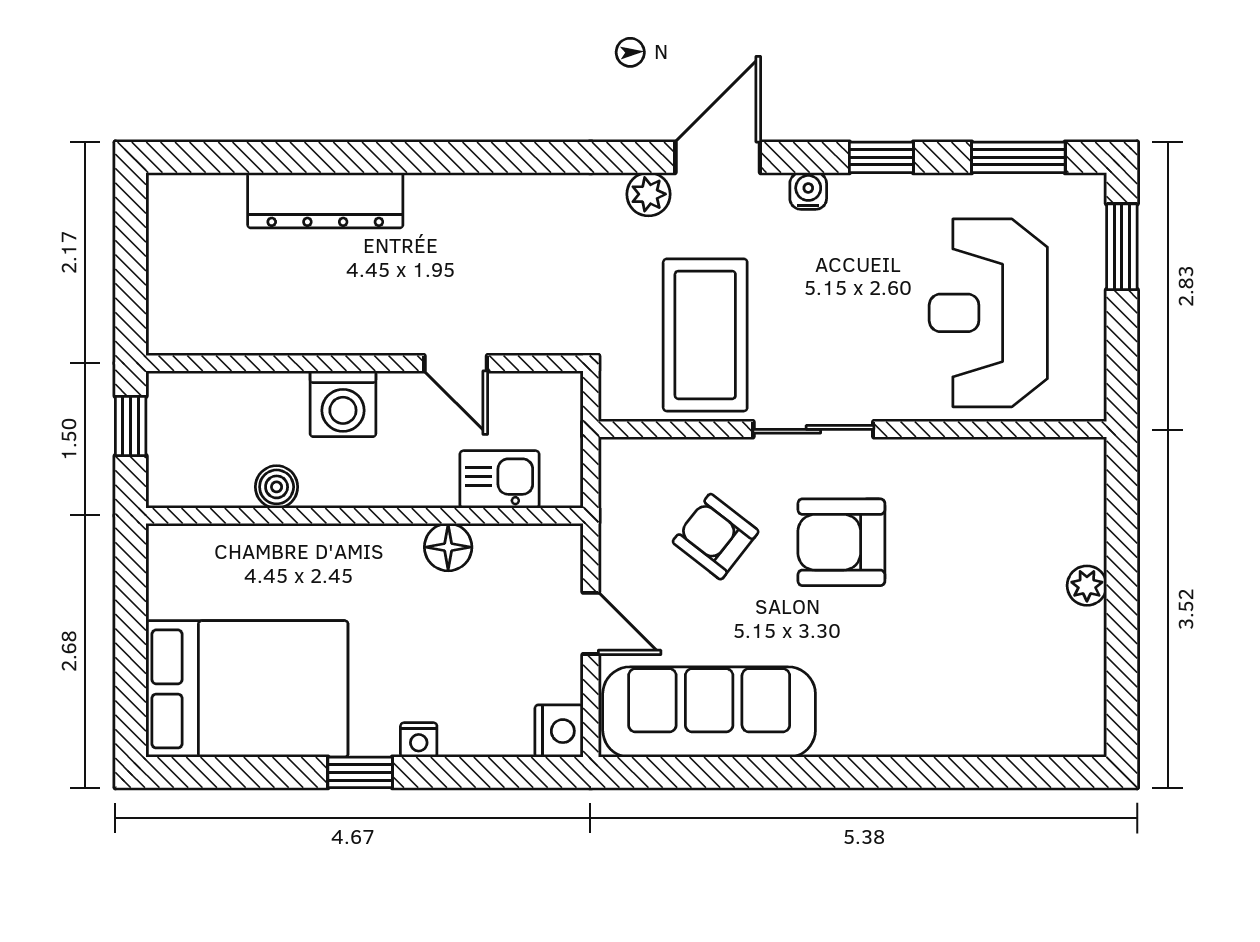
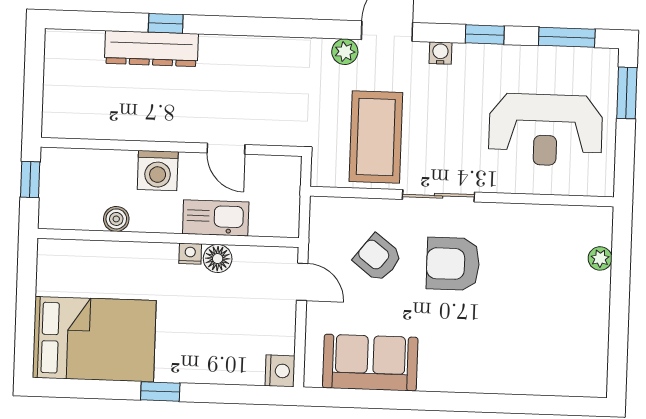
window: (348, 157) -> (166, 23), added
reception desk: (988, 313) -> (546, 130), turned -90
kitchen sink: (500, 479) -> (216, 218), moved, width x1.38
plant: (1087, 586) -> (600, 258), moved
door: (591, 623) -> (302, 282), moved
sofa: (709, 712) -> (370, 363), width x0.73
nightstand: (419, 740) -> (190, 254), moved, turned 180

